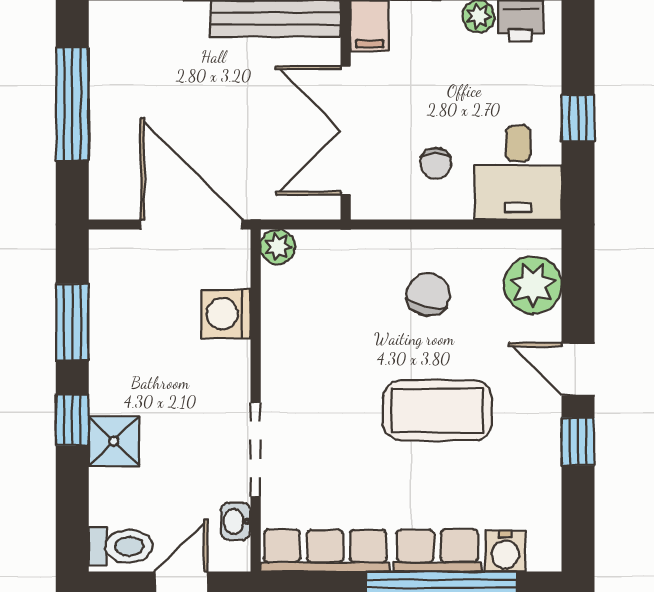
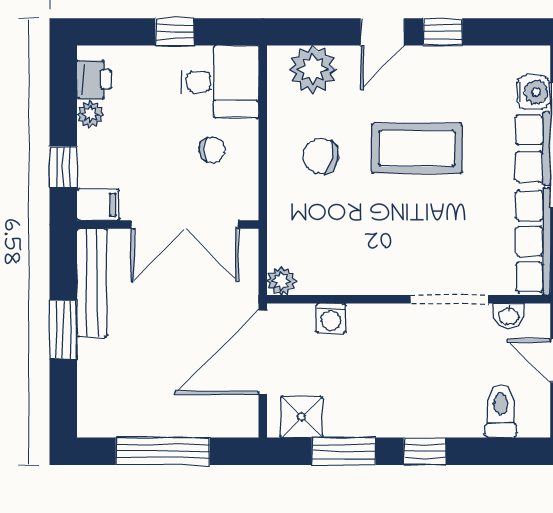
washing machine: (226, 314) -> (331, 318), width x0.73, depth x0.73
coffee table: (437, 410) -> (417, 148), turned 90
shower: (114, 441) -> (301, 417), moved
toilet: (121, 546) -> (501, 411), moved

